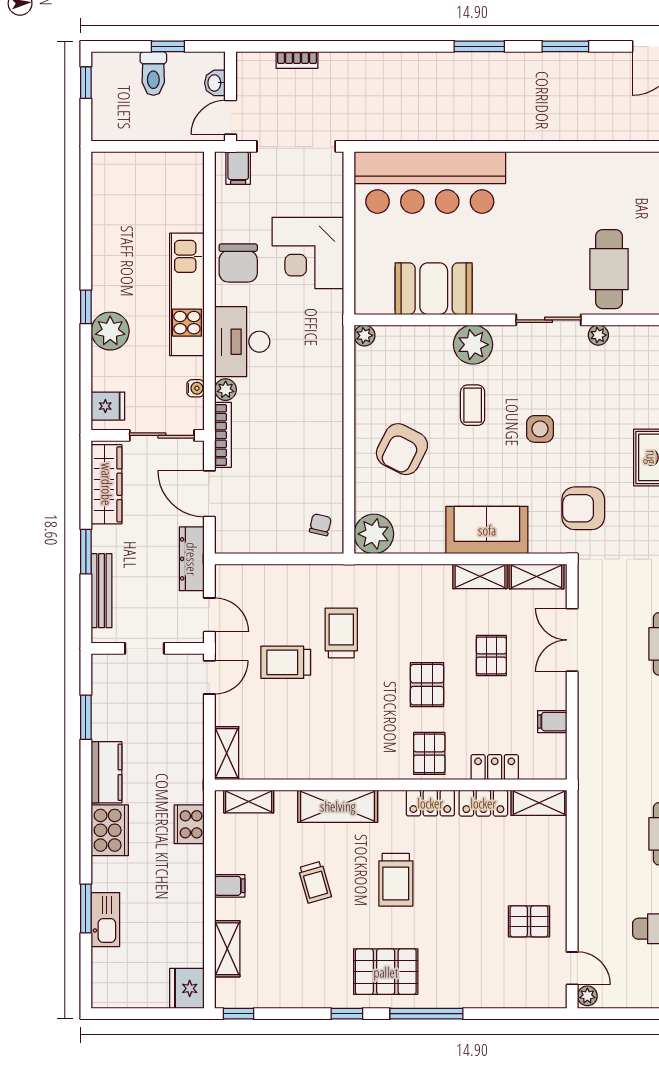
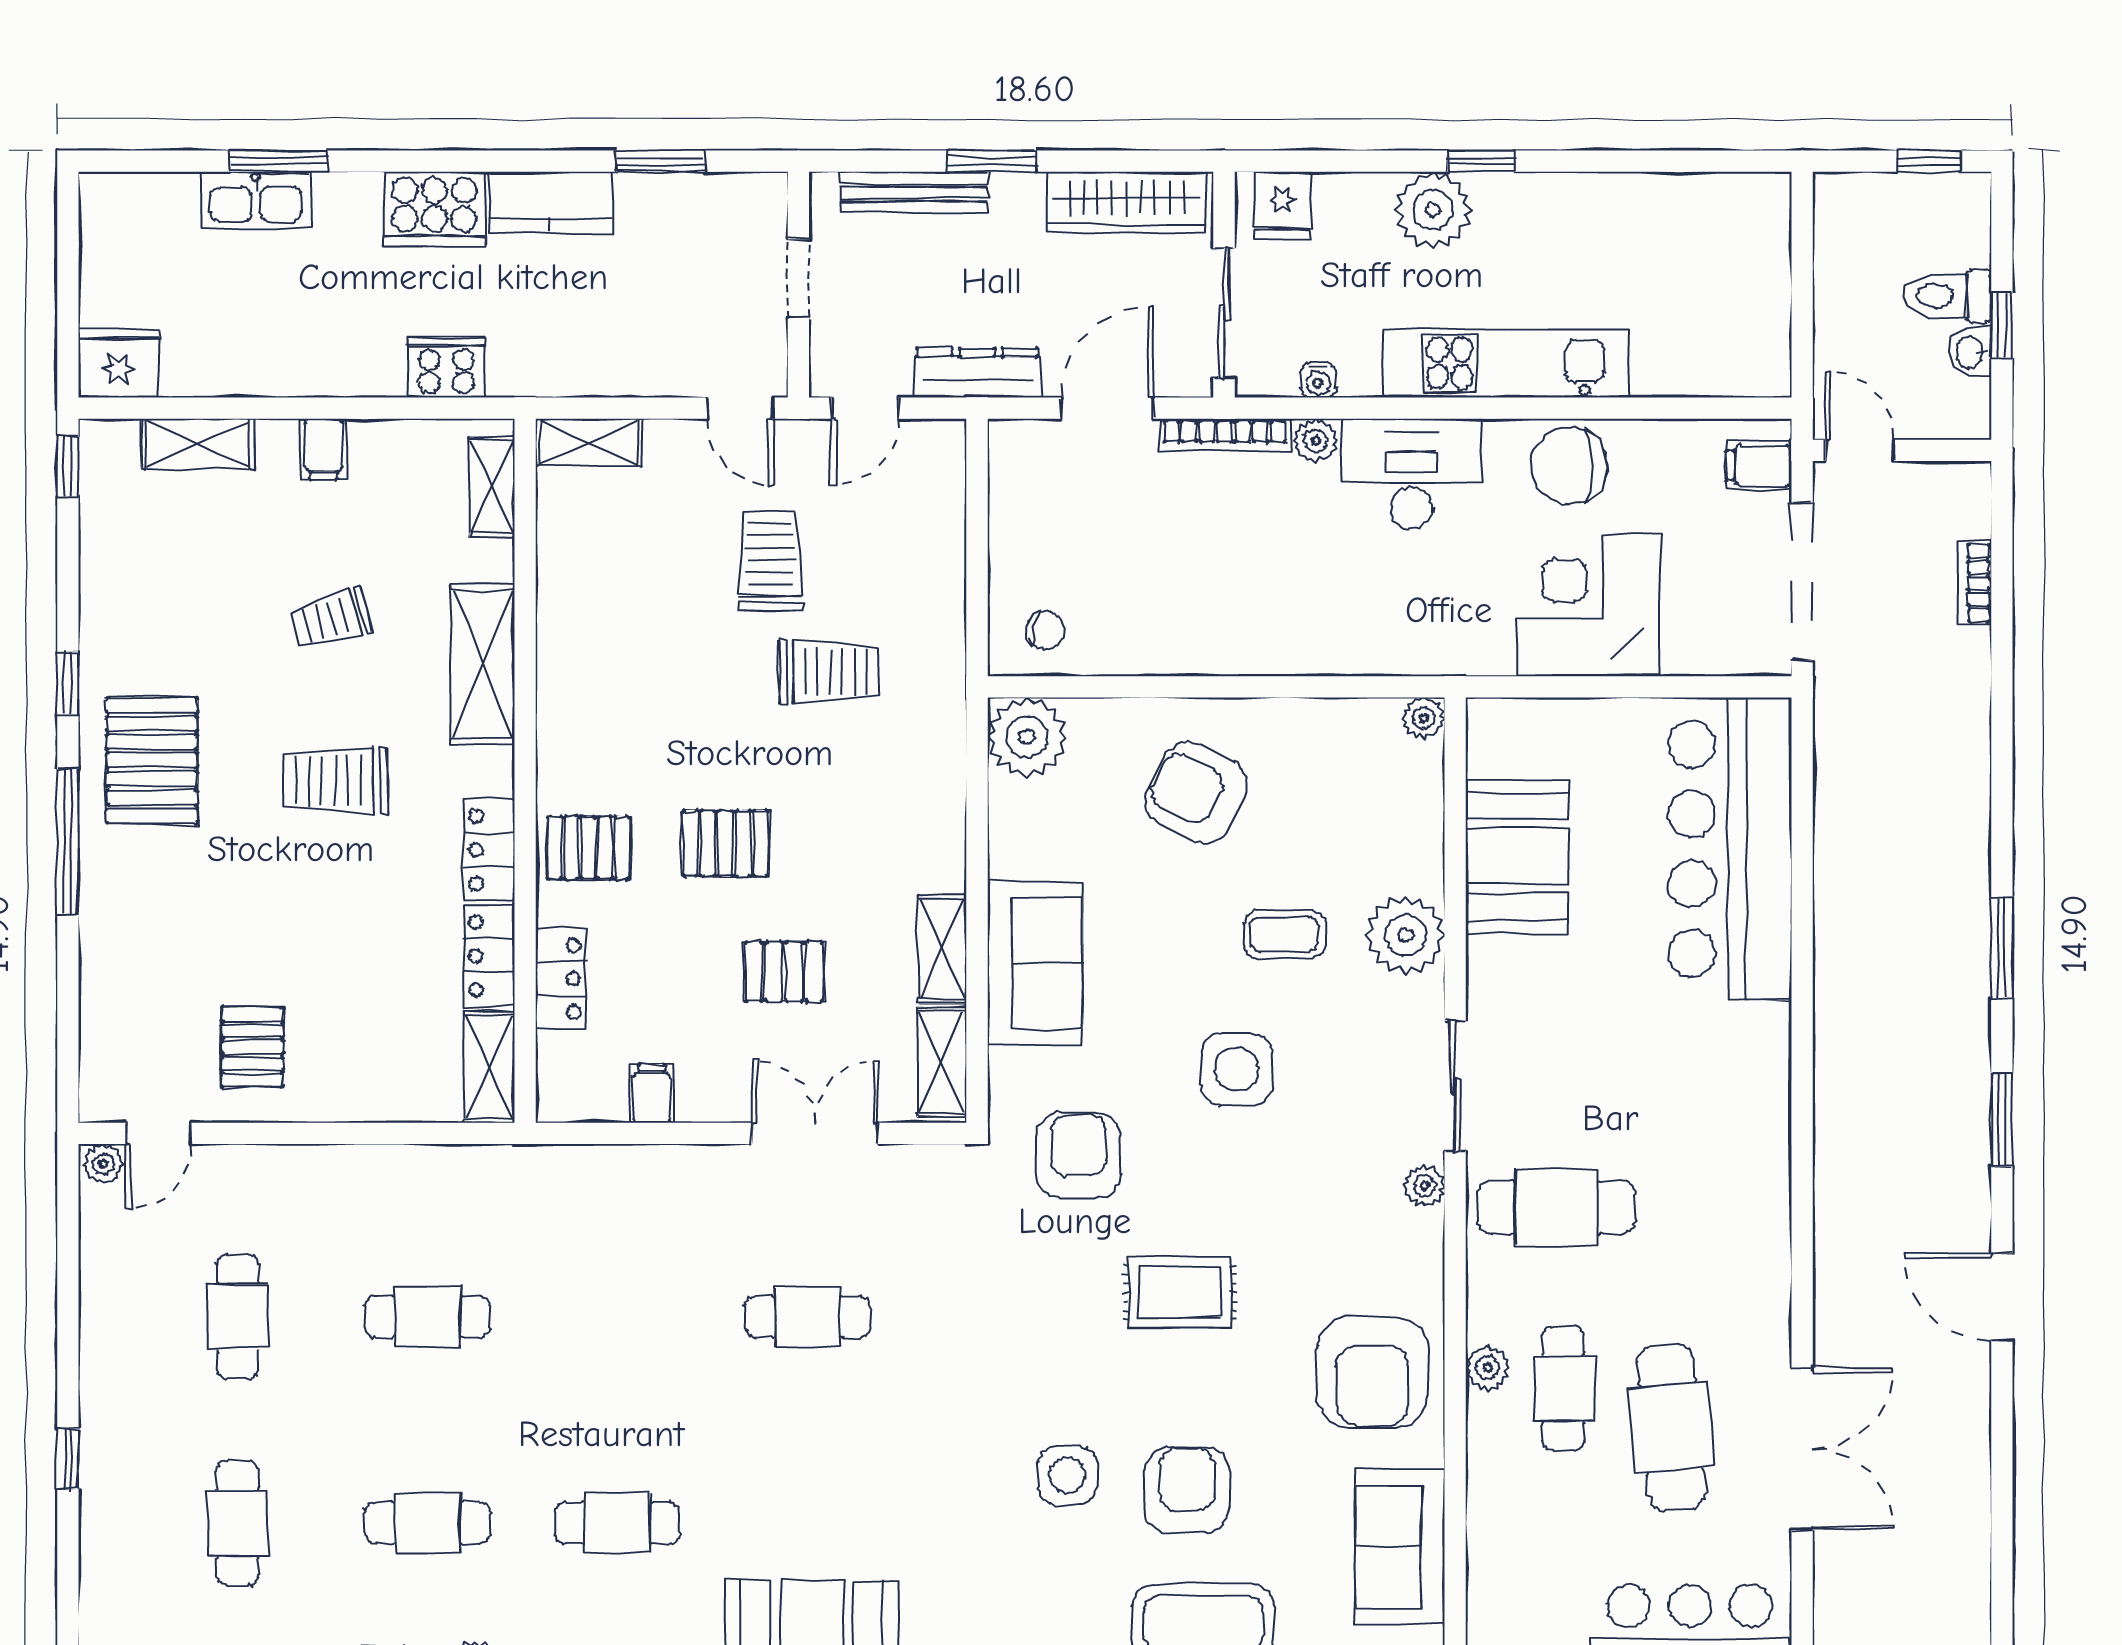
washbasin: (215, 83) -> (1971, 352), moved, turned -90
side table: (540, 429) -> (1237, 1069), width x1.37, depth x1.37

